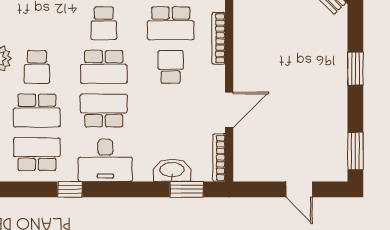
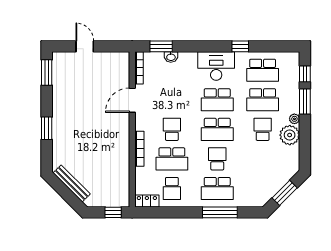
school desk: (171, 23) -> (172, 159), turned 180
school desk: (104, 67) -> (217, 129), turned 180
school desk: (171, 67) -> (172, 129), turned 180
school desk: (37, 111) -> (263, 100), turned 180
washbasin: (172, 170) -> (171, 57), width x0.52, depth x0.69

